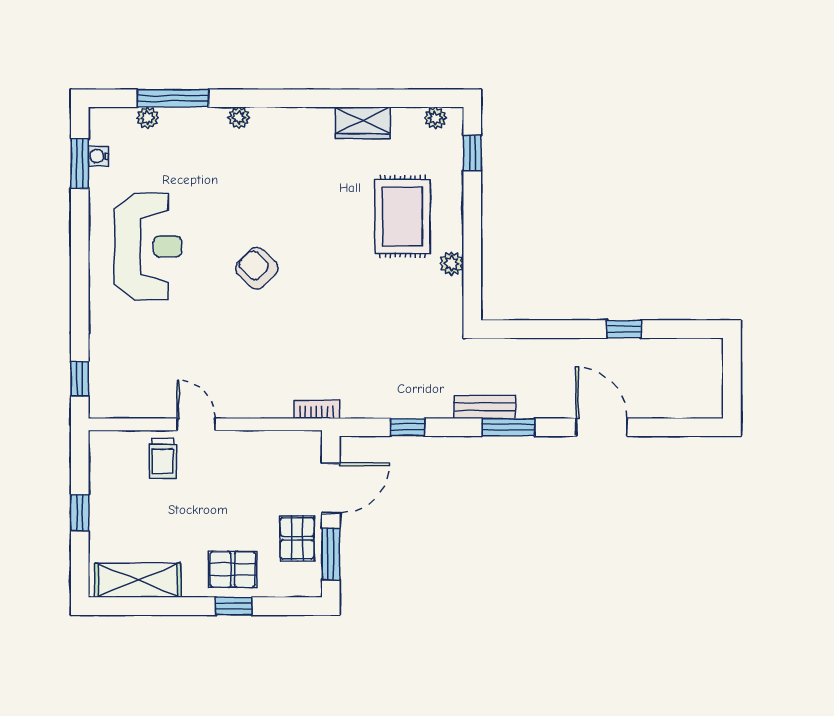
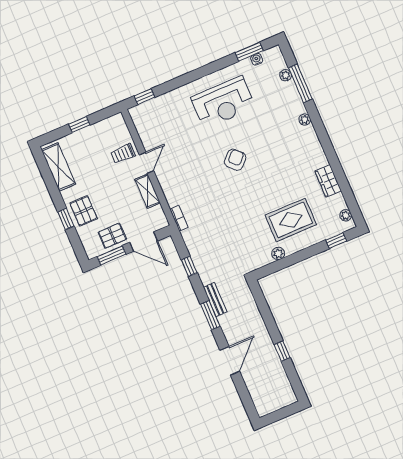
shelving: (246, 444) -> (148, 191), added

